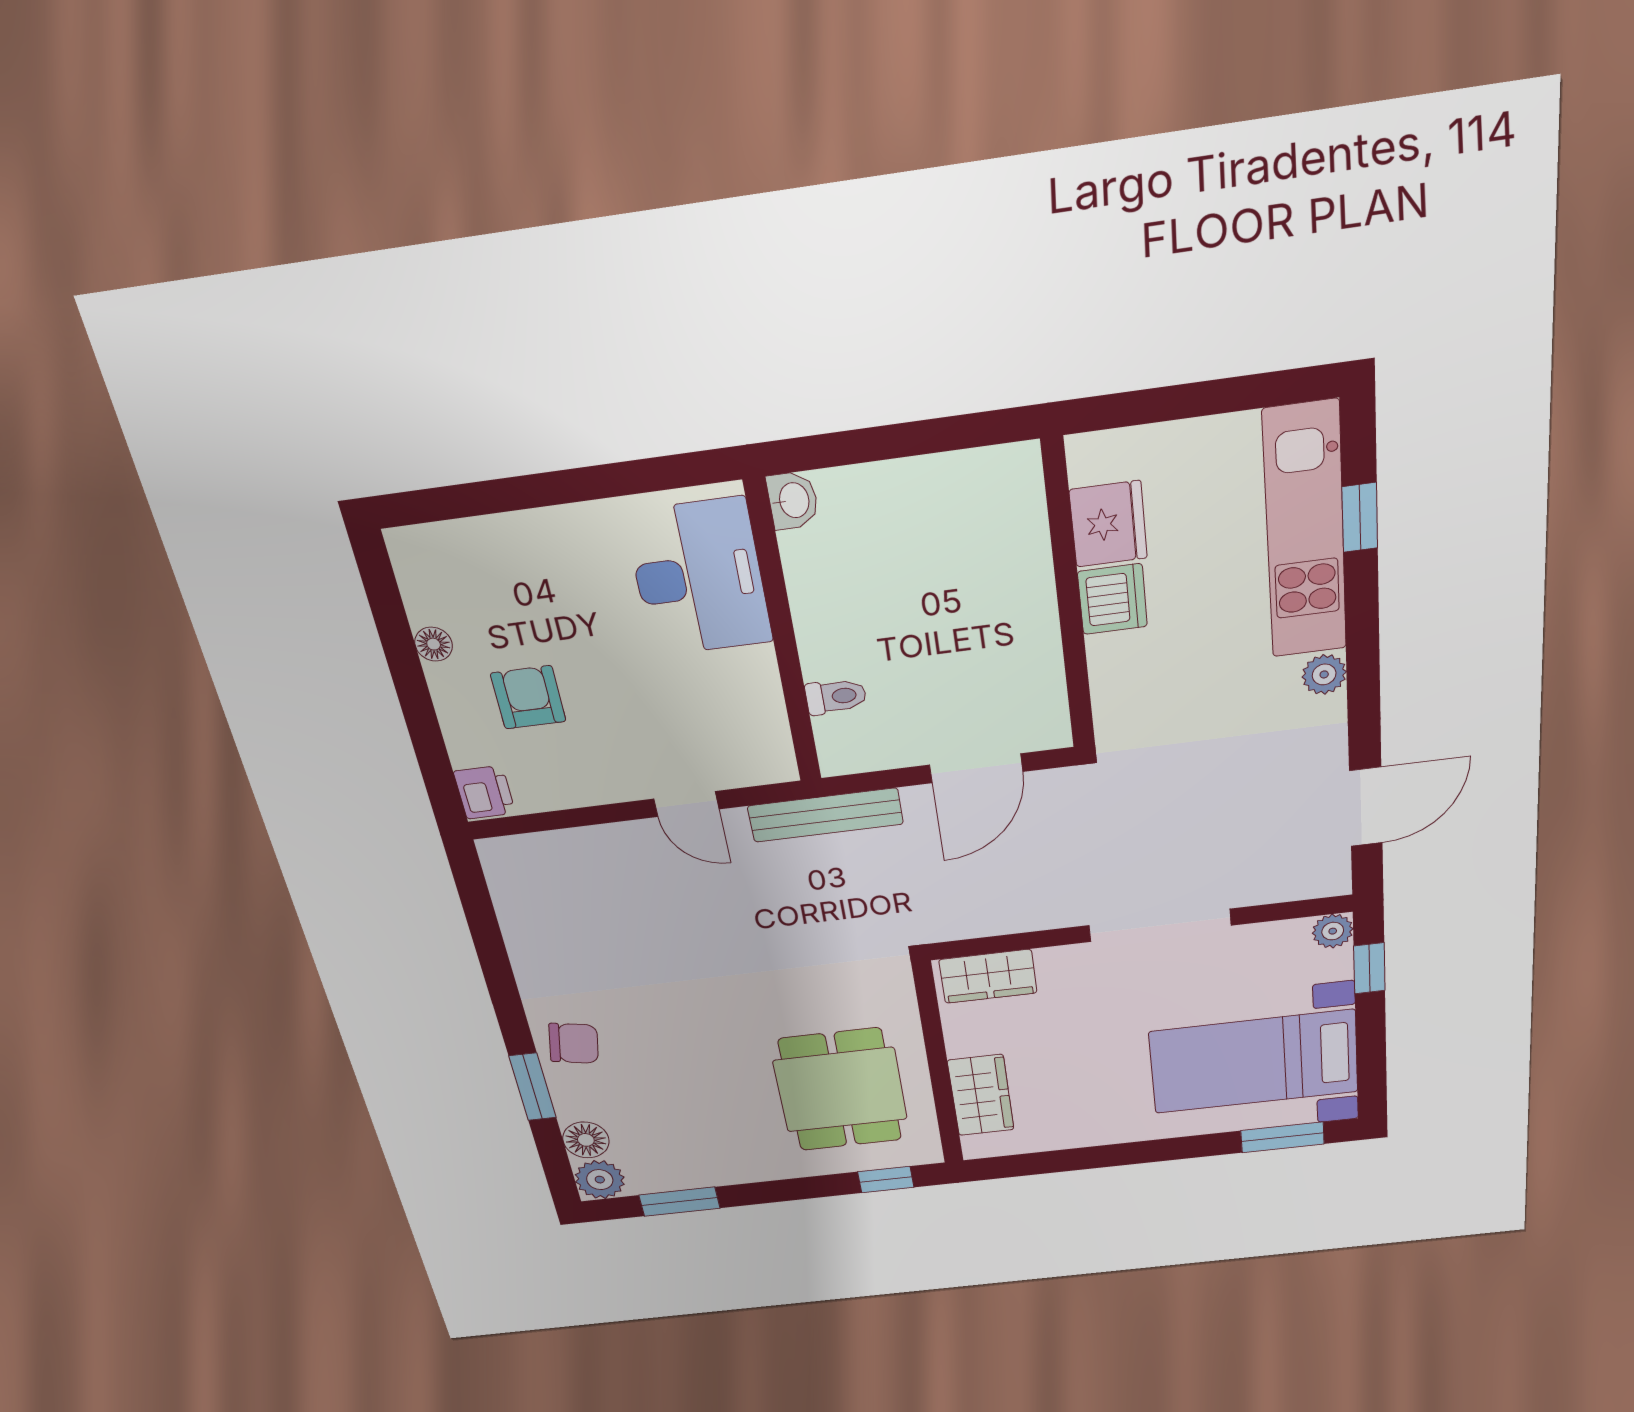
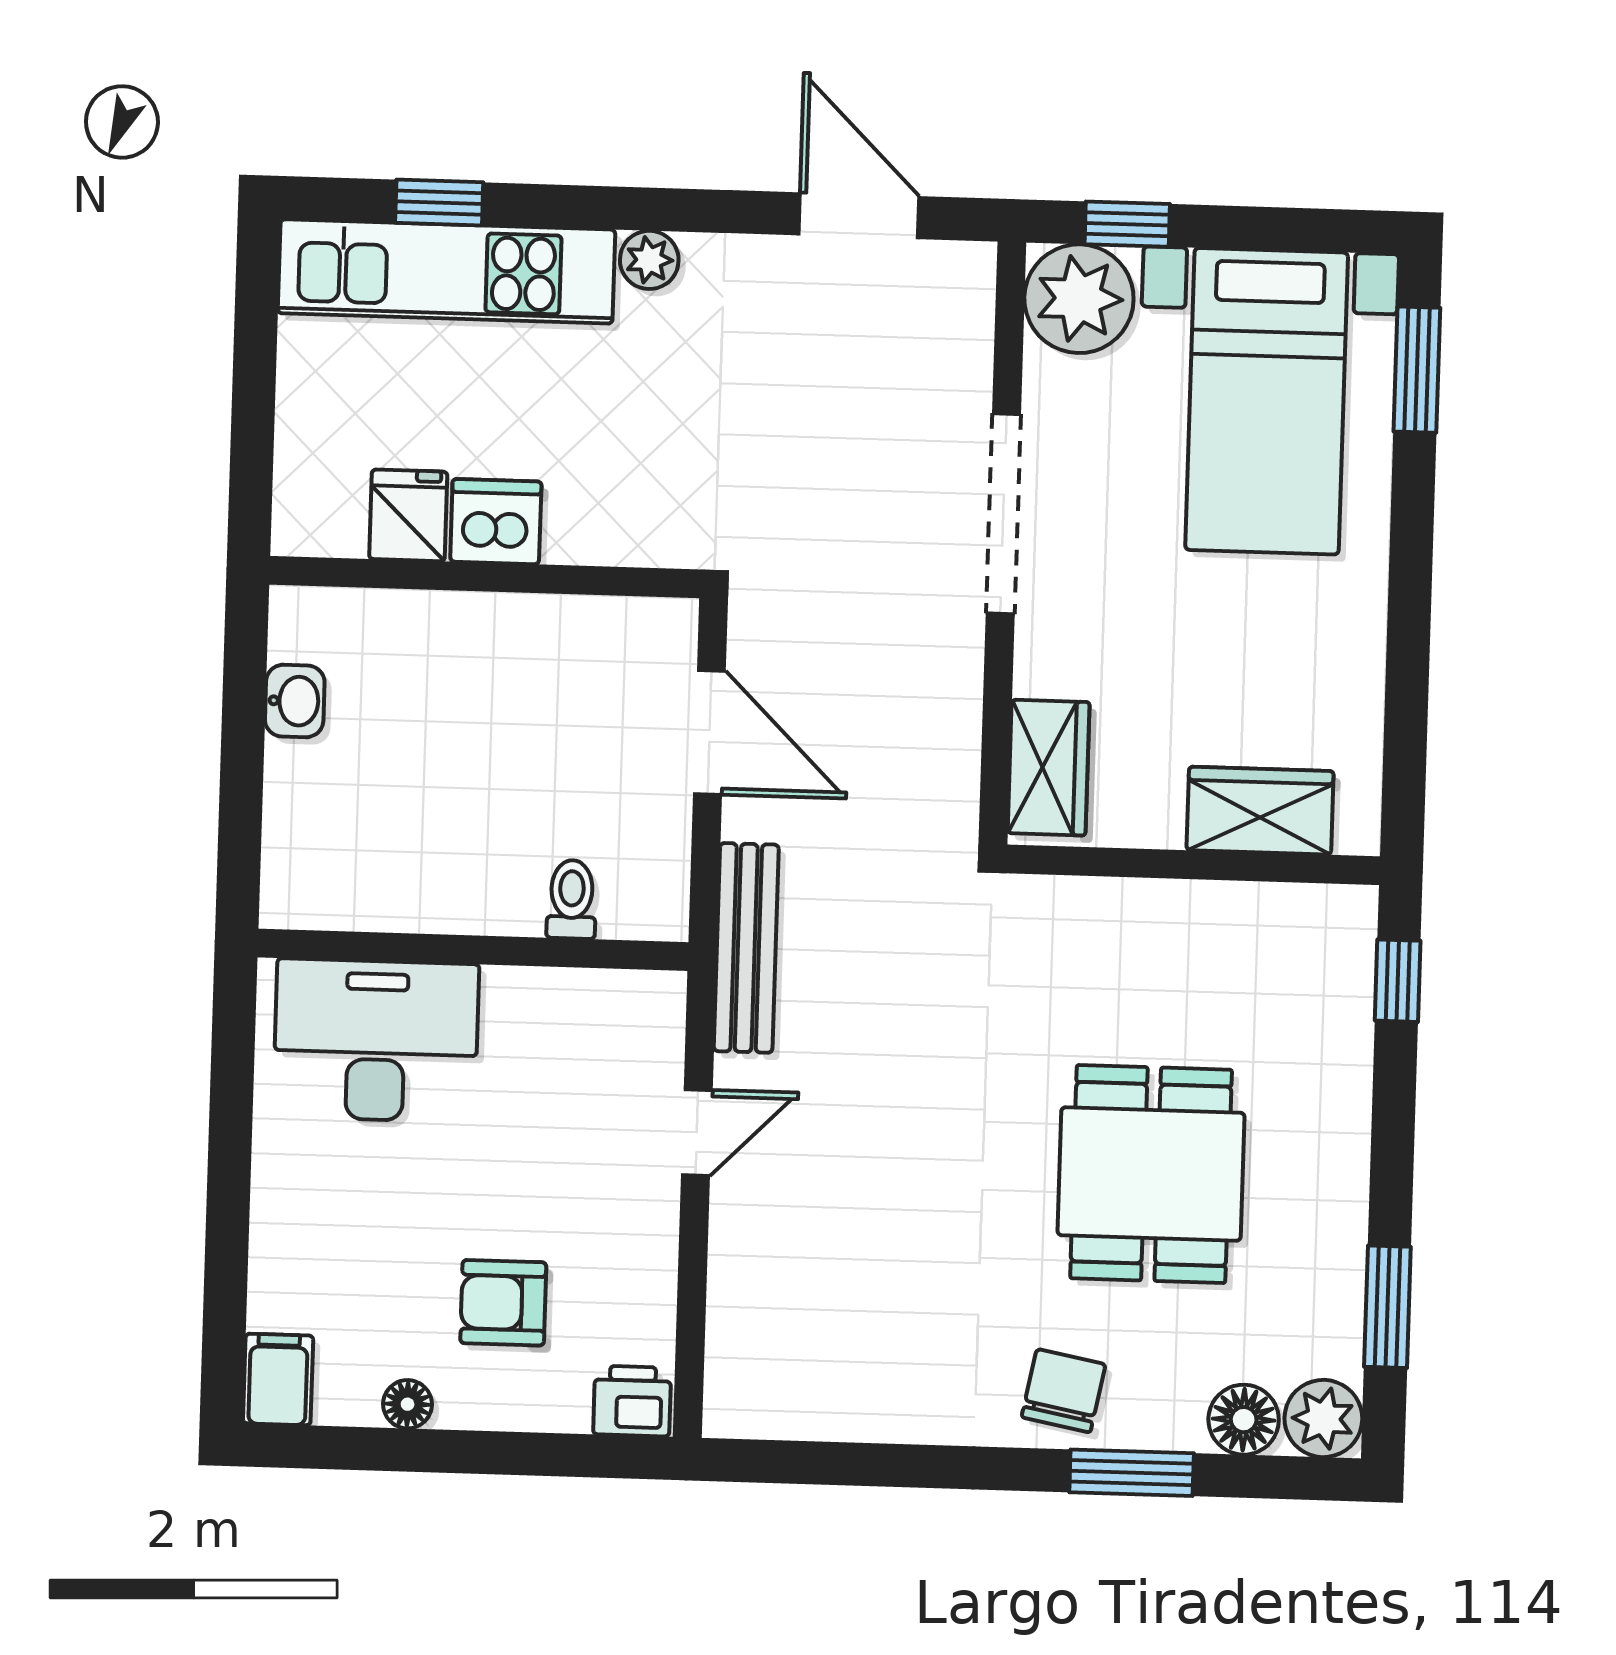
washbasin: (793, 500) -> (295, 701), moved, turned 90
fridge: (1108, 524) -> (408, 515), width x0.72
filing cabinet: (422, 549) -> (278, 1379), added
plant: (1333, 931) -> (1079, 299), width x1.87, depth x1.87
dining table: (840, 1090) -> (1151, 1174), moved, turned 90

